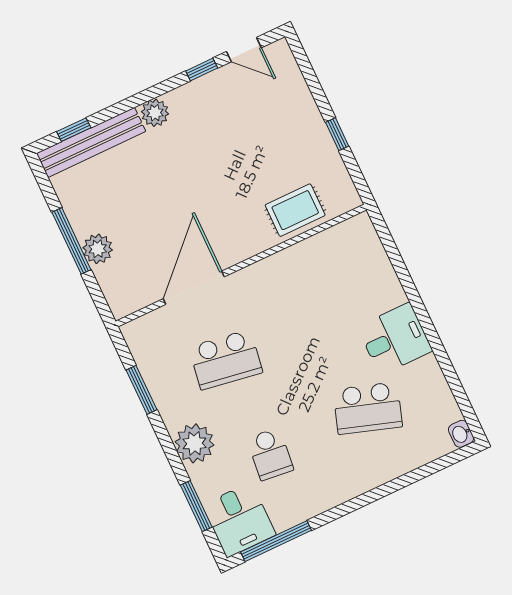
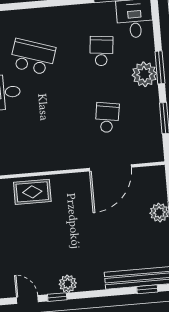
plant: (155, 113) -> (68, 284), moved
school desk: (226, 360) -> (107, 118), width x0.54
window: (196, 506) -> (160, 67), moved

